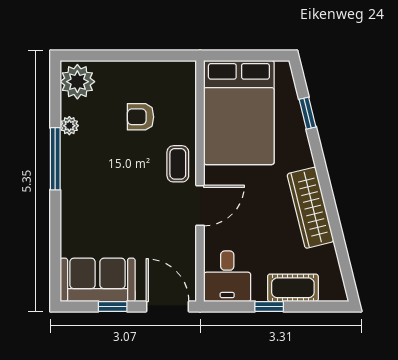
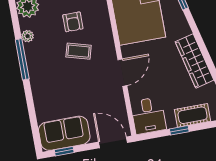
armchair: (140, 117) -> (73, 22), turned -90
coffee table: (178, 164) -> (79, 51), moved, turned -74
window: (113, 306) -> (64, 151), moved

